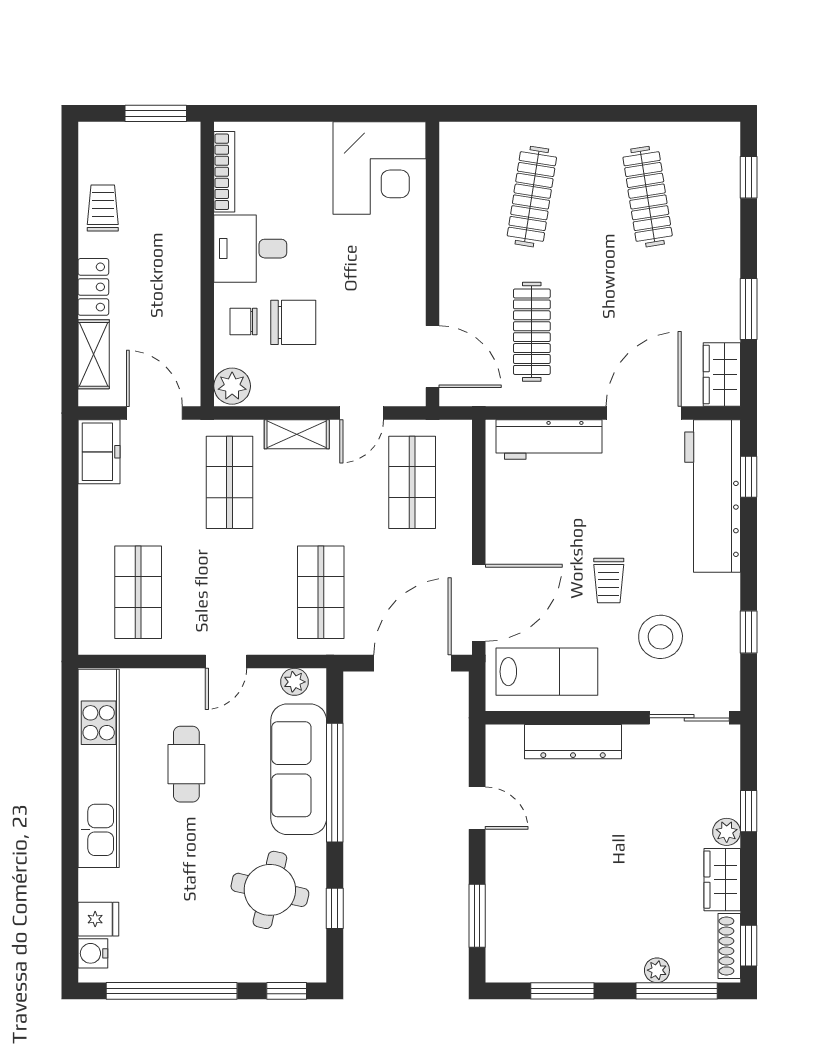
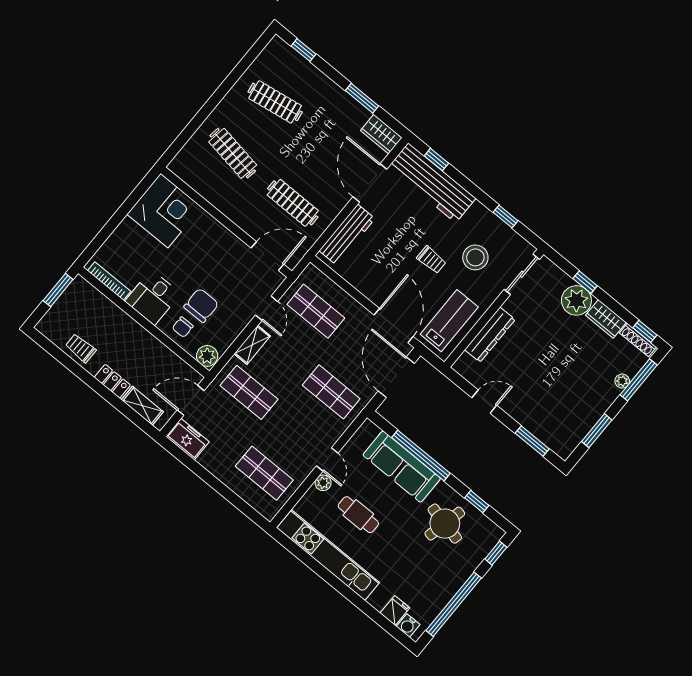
plant: (294, 682) -> (323, 483), moved
plant: (727, 832) -> (576, 300), width x1.87, depth x1.87

